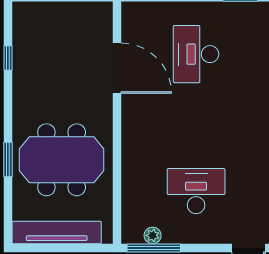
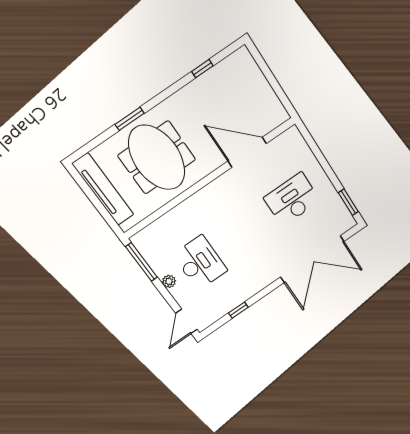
door: (117, 68) -> (247, 152), swing flipped
plant: (153, 235) -> (169, 281), moved

